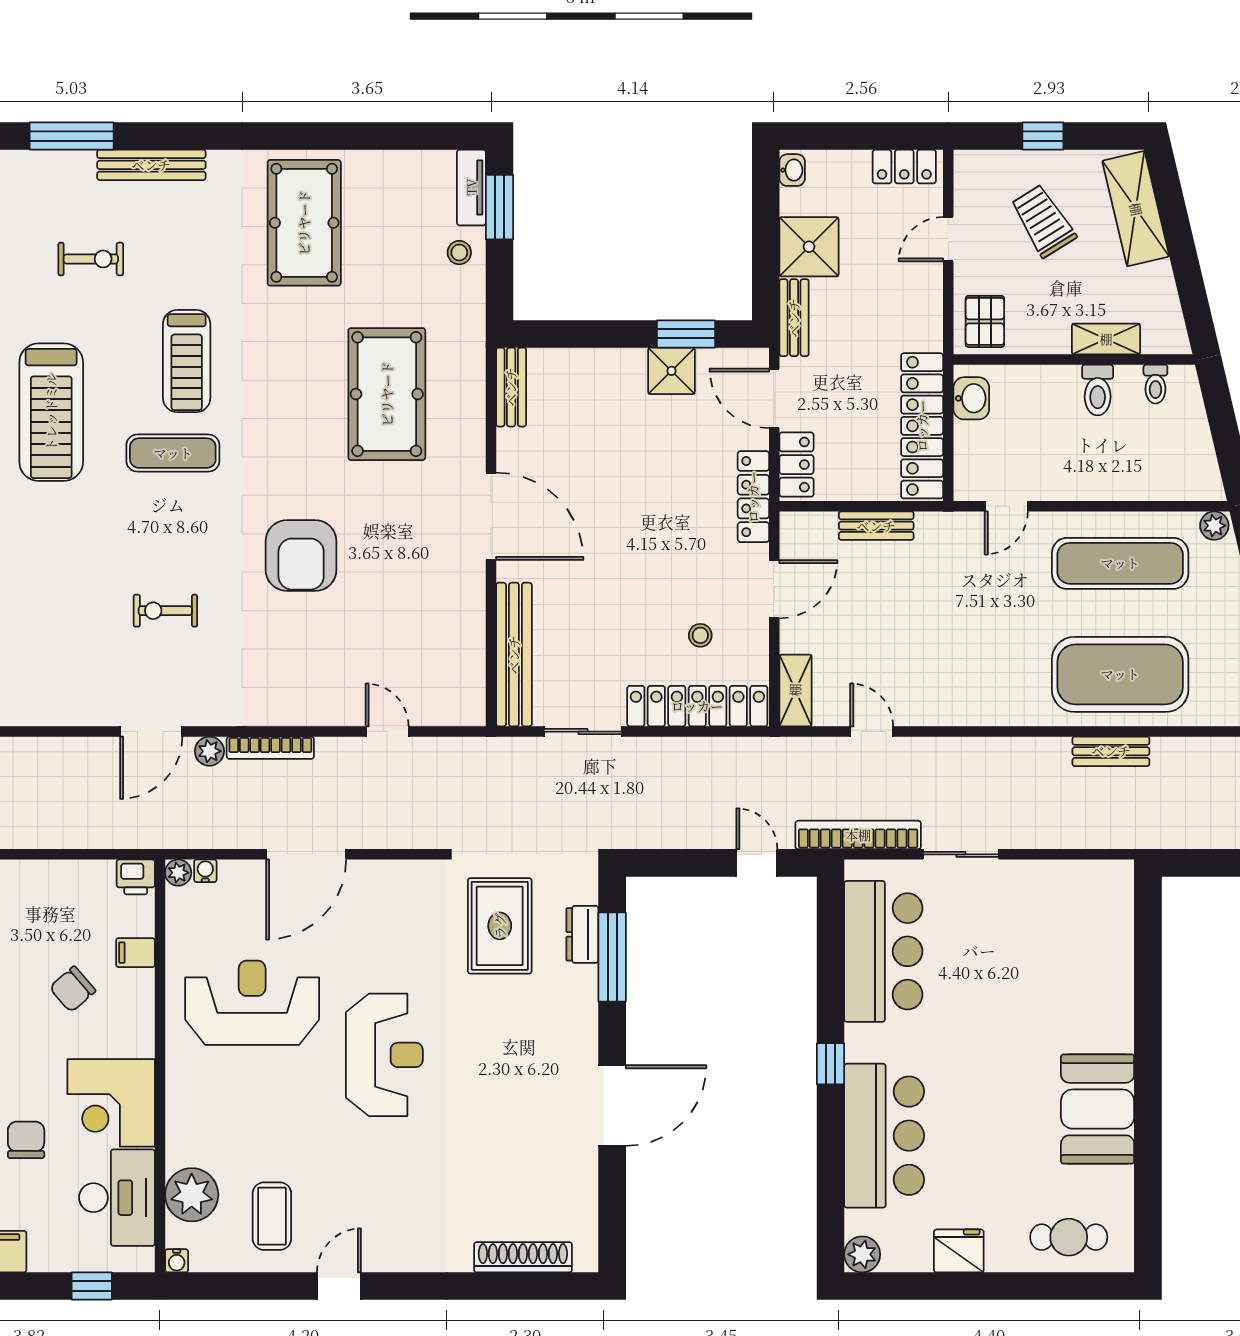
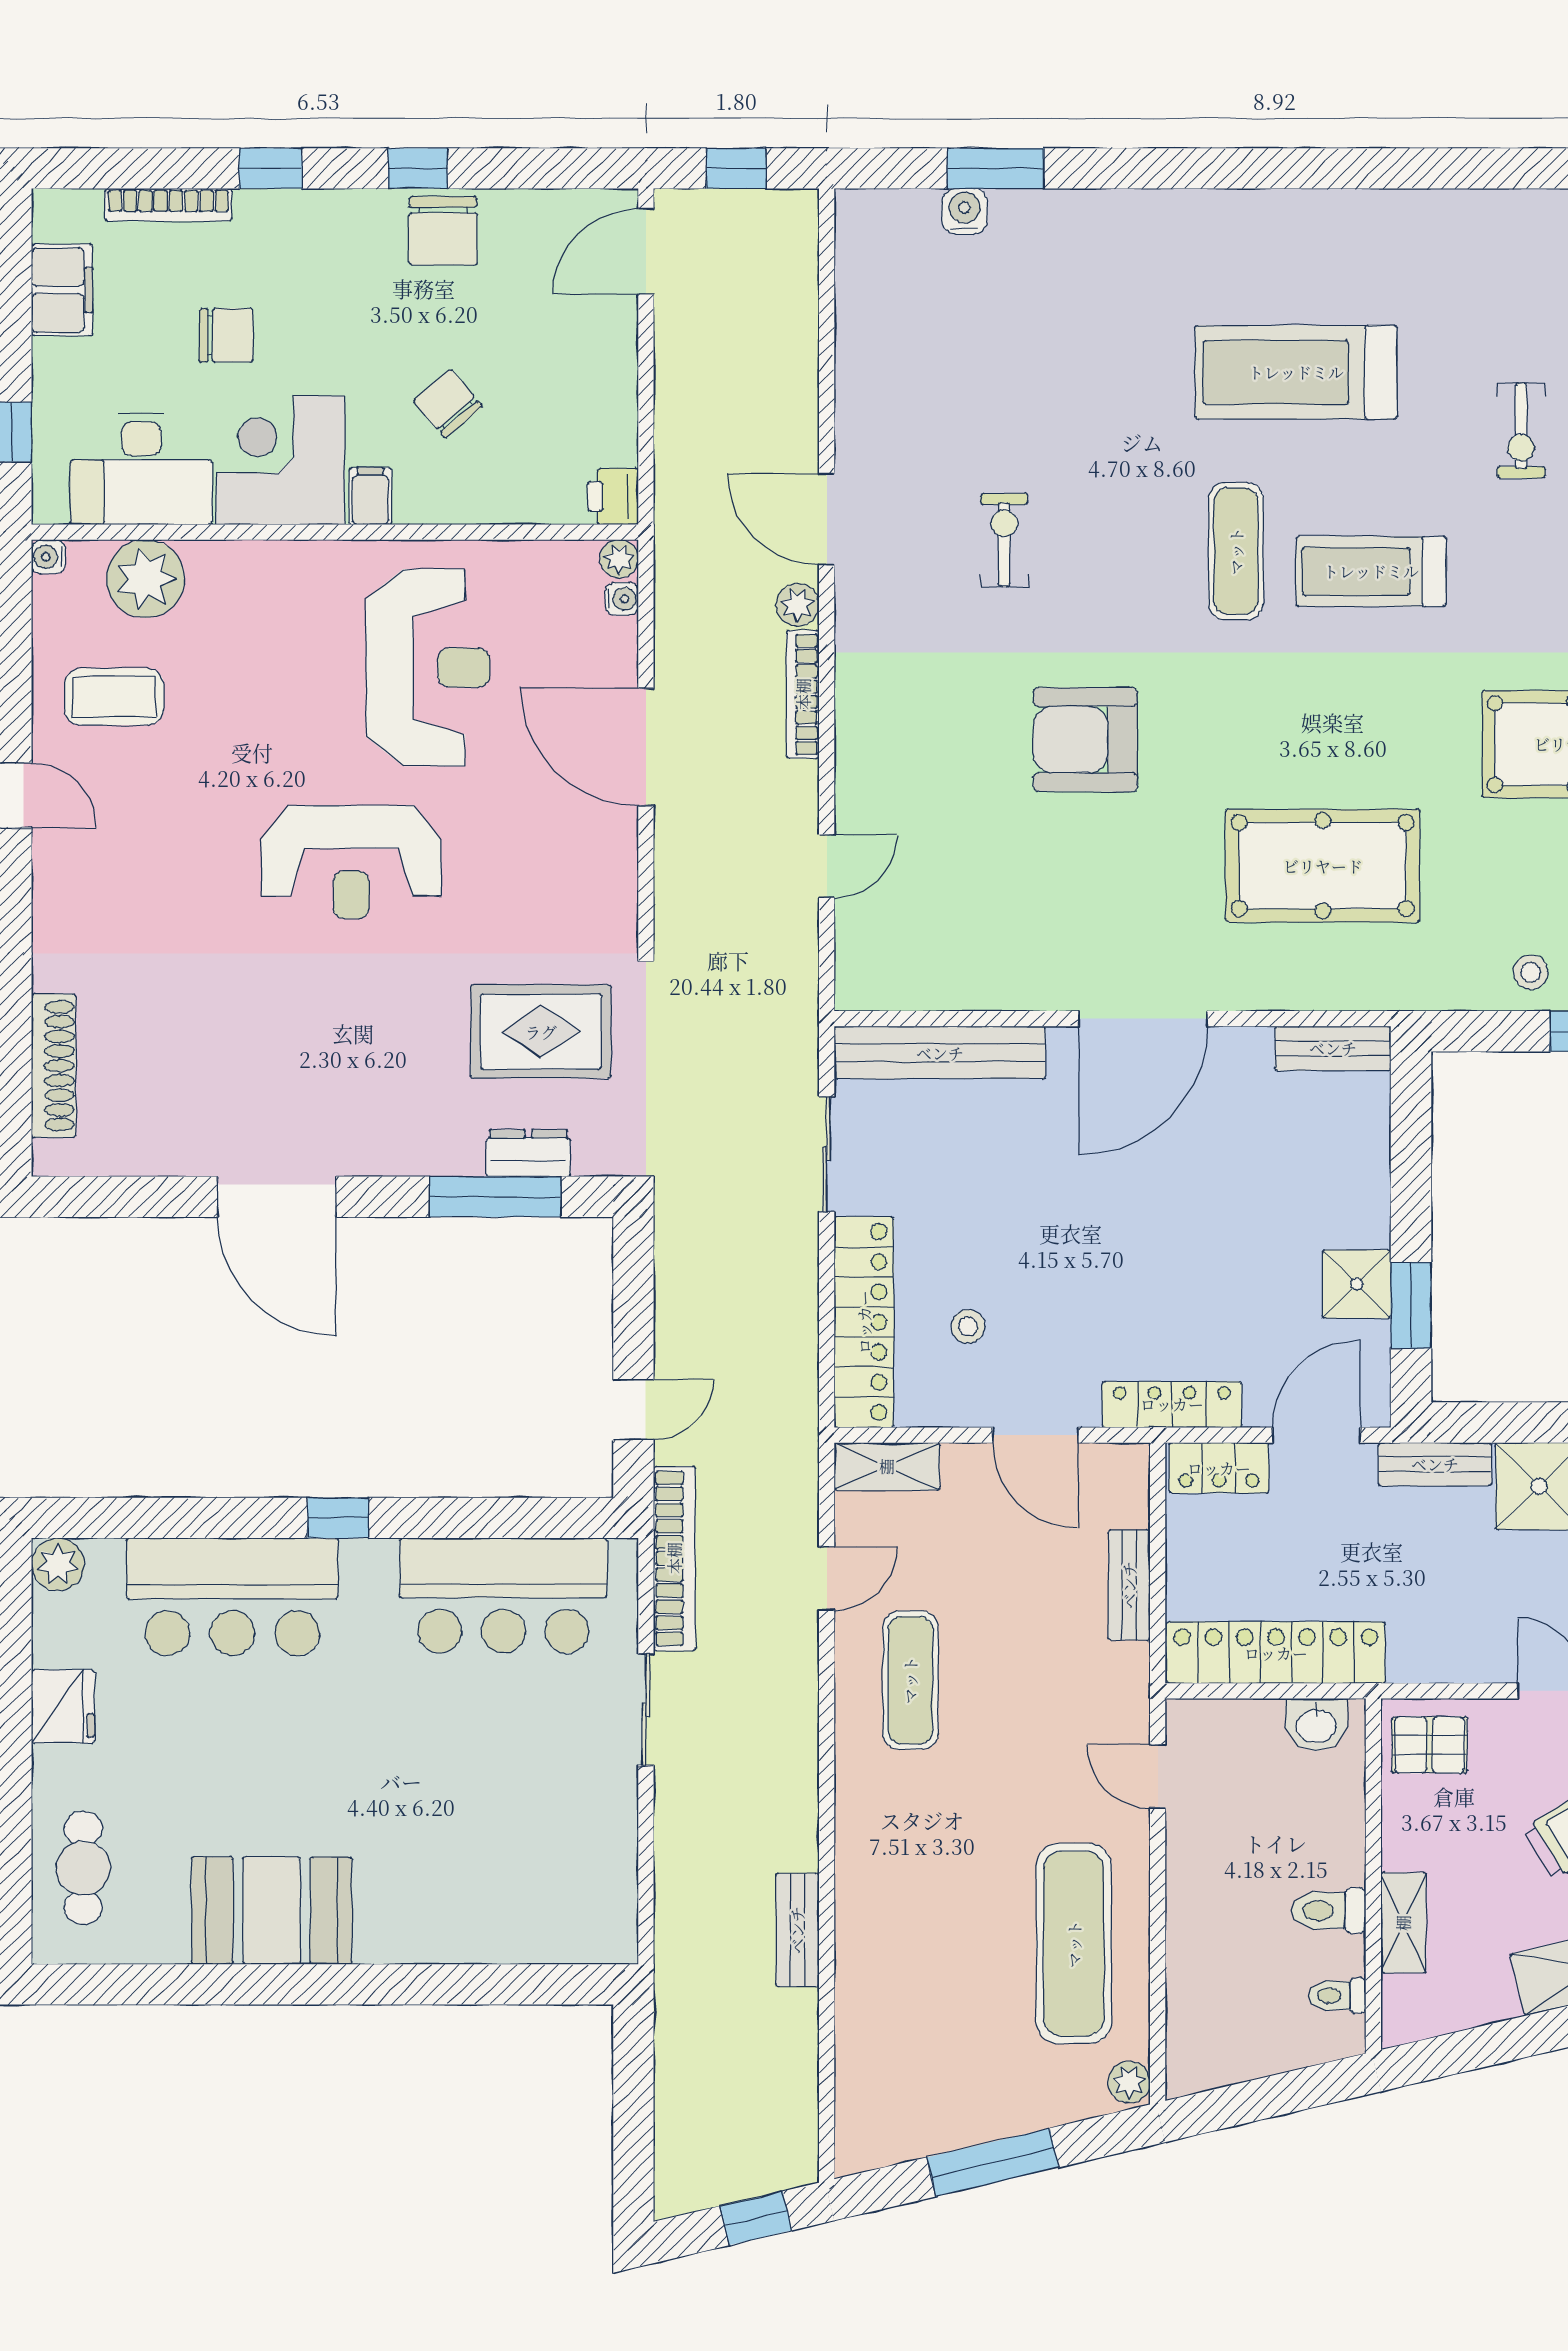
exercise mat: (1120, 674) -> (910, 1680), moved, width x0.50, depth x0.69
filing cabinet: (135, 953) -> (370, 496), moved

